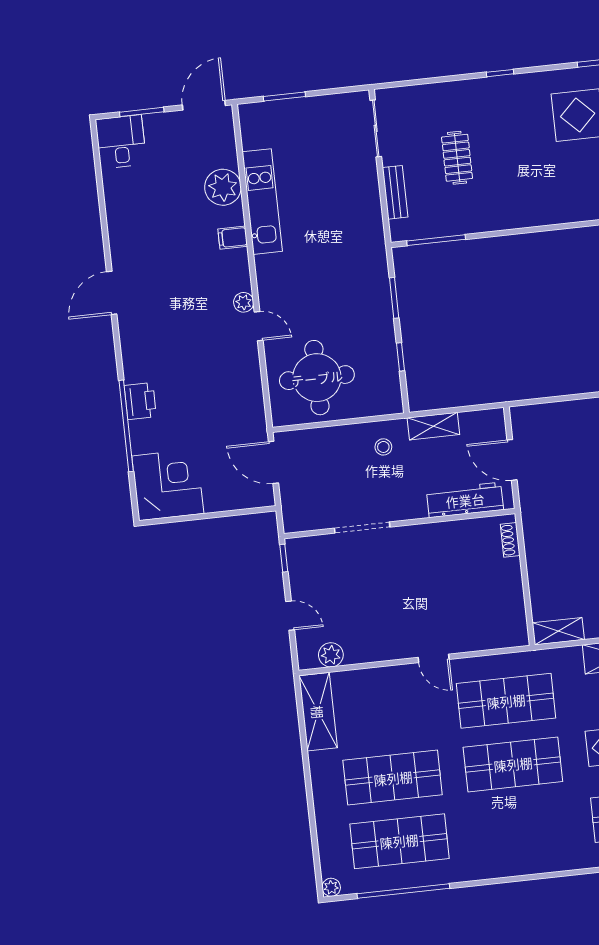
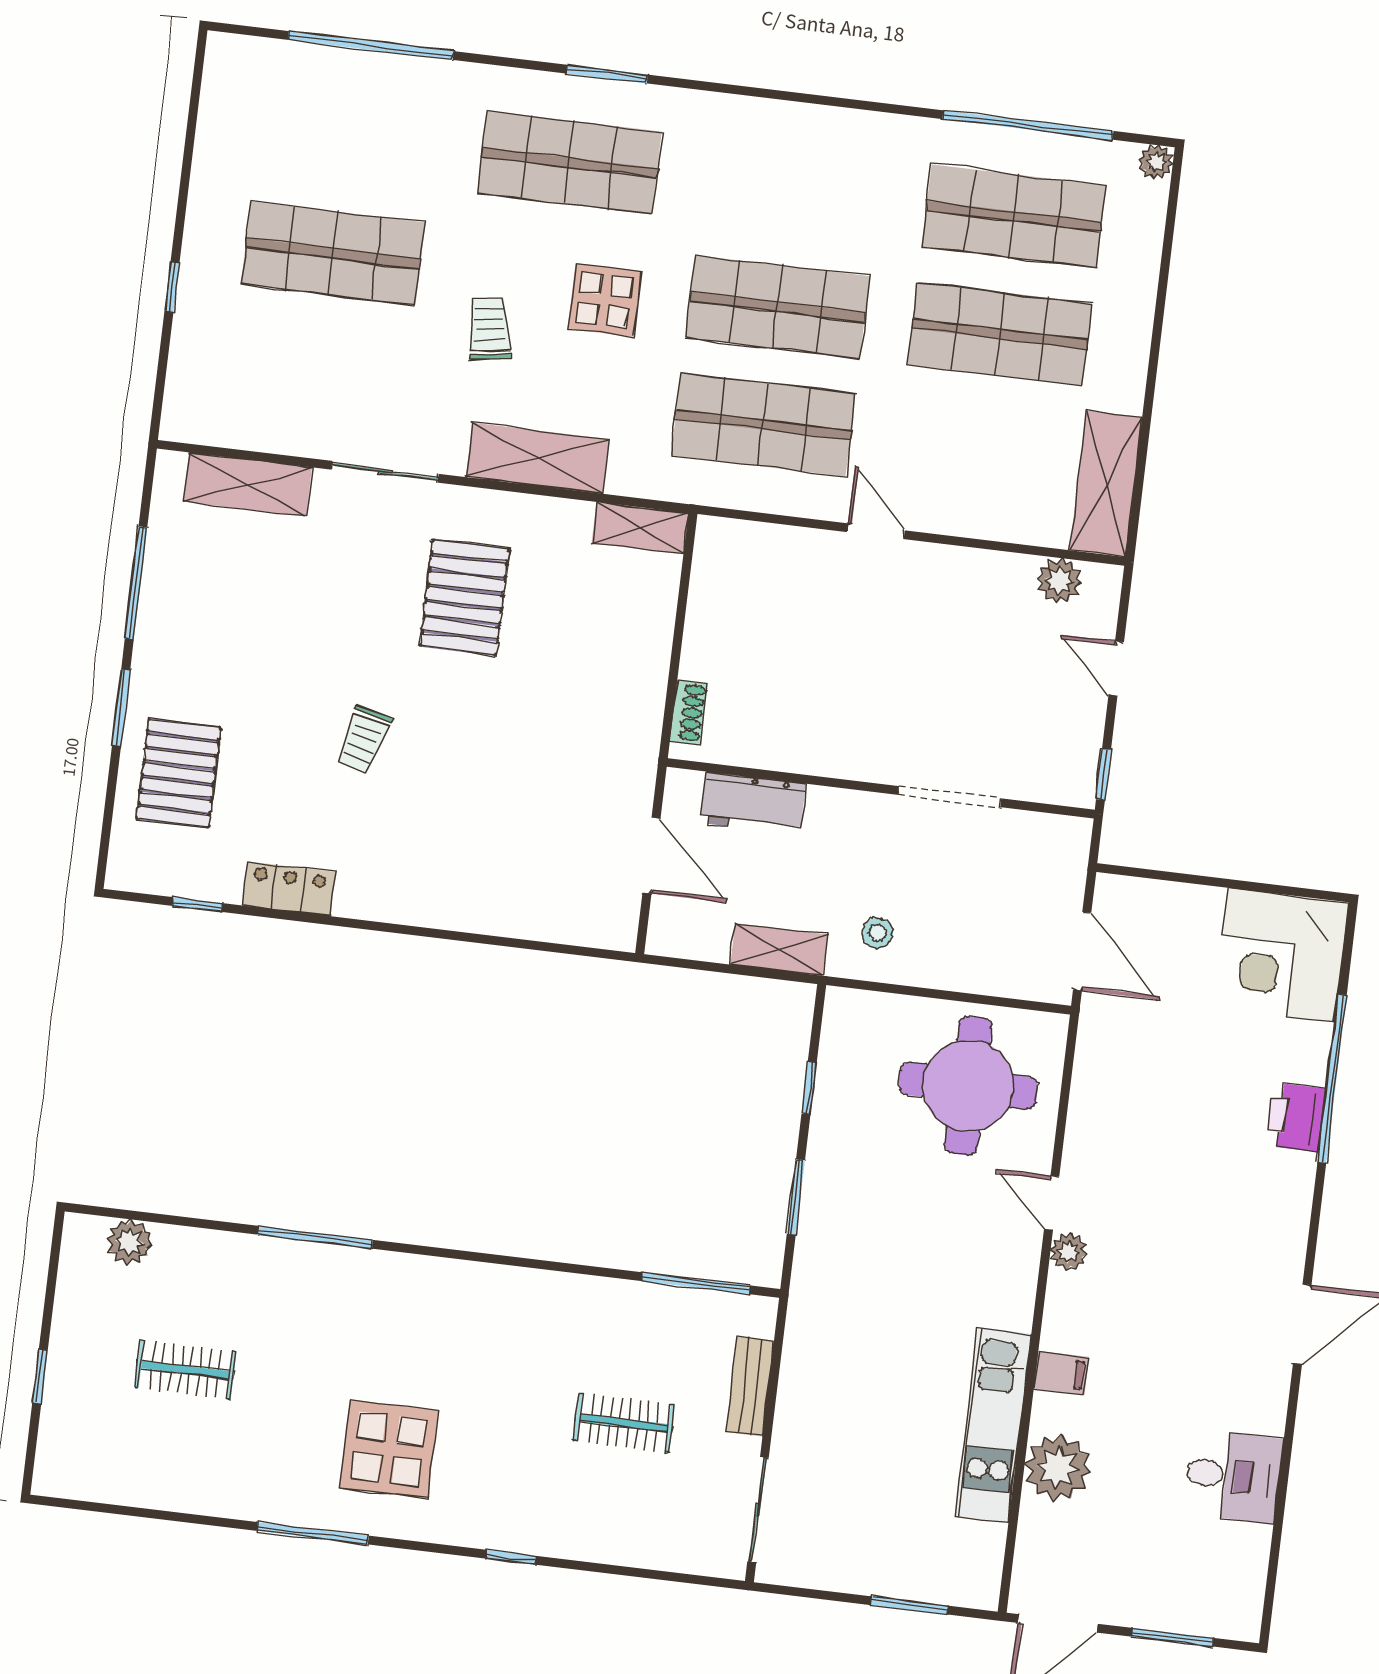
desk: (121, 142) -> (1233, 1476), moved, turned -90
clothes rail: (457, 158) -> (624, 1423), turned 90
workbench: (465, 500) -> (753, 803), width x0.73

